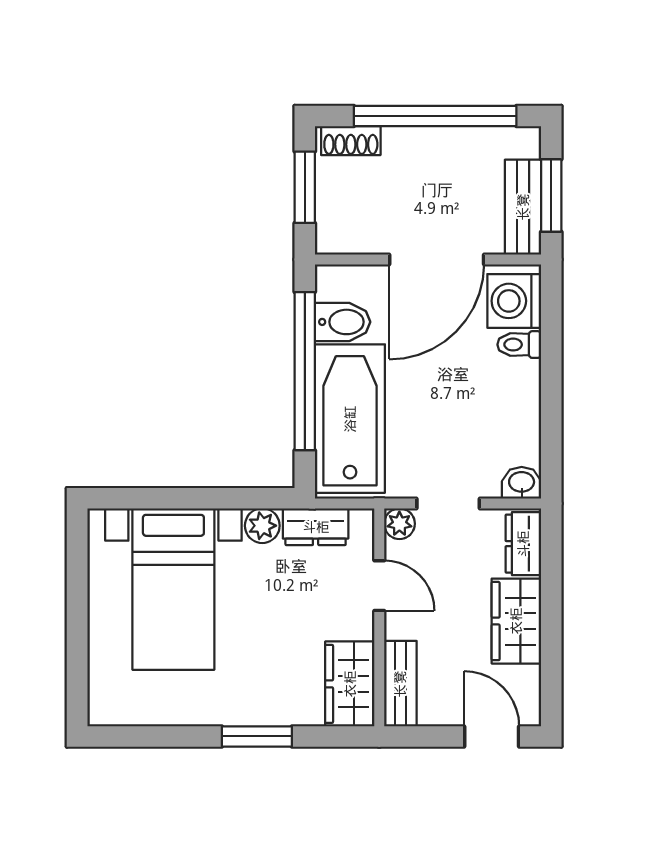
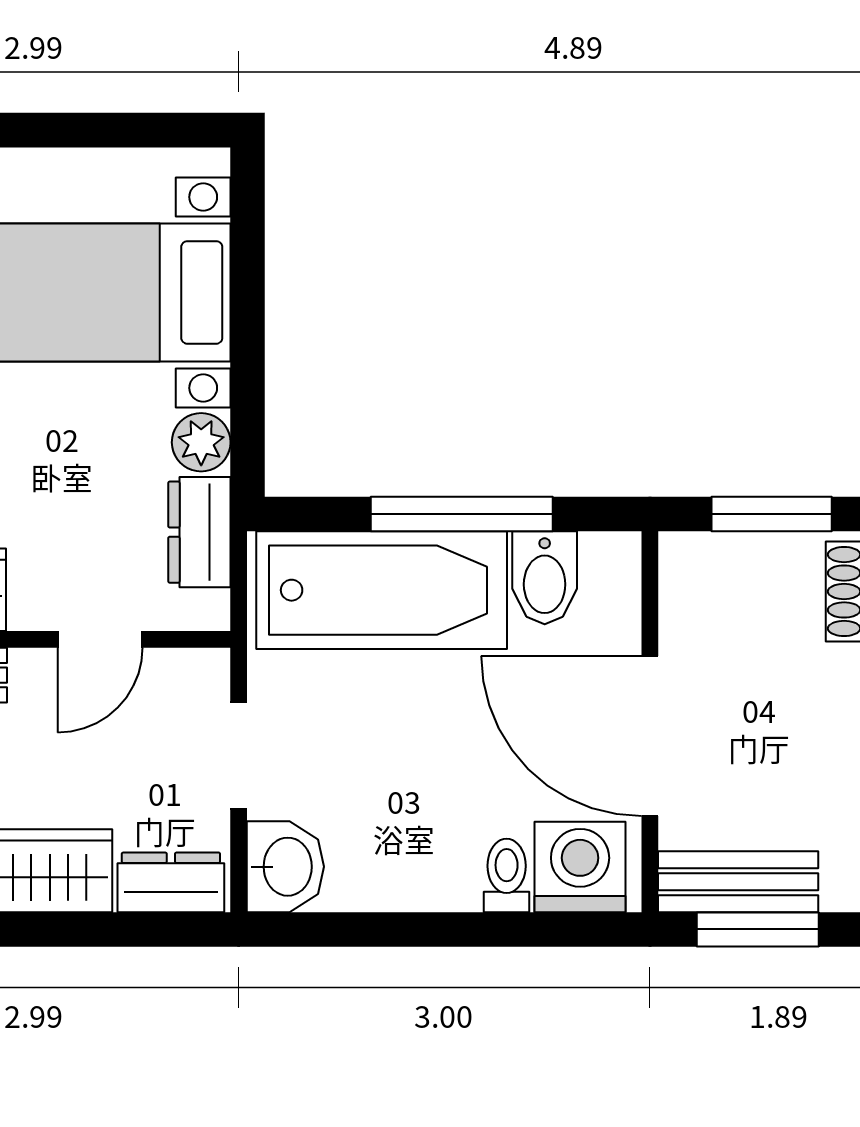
window: (305, 371) -> (462, 514), width x0.68
washbasin: (522, 483) -> (285, 867), width x1.38, depth x1.45
plant: (399, 524) -> (205, 674), removed

